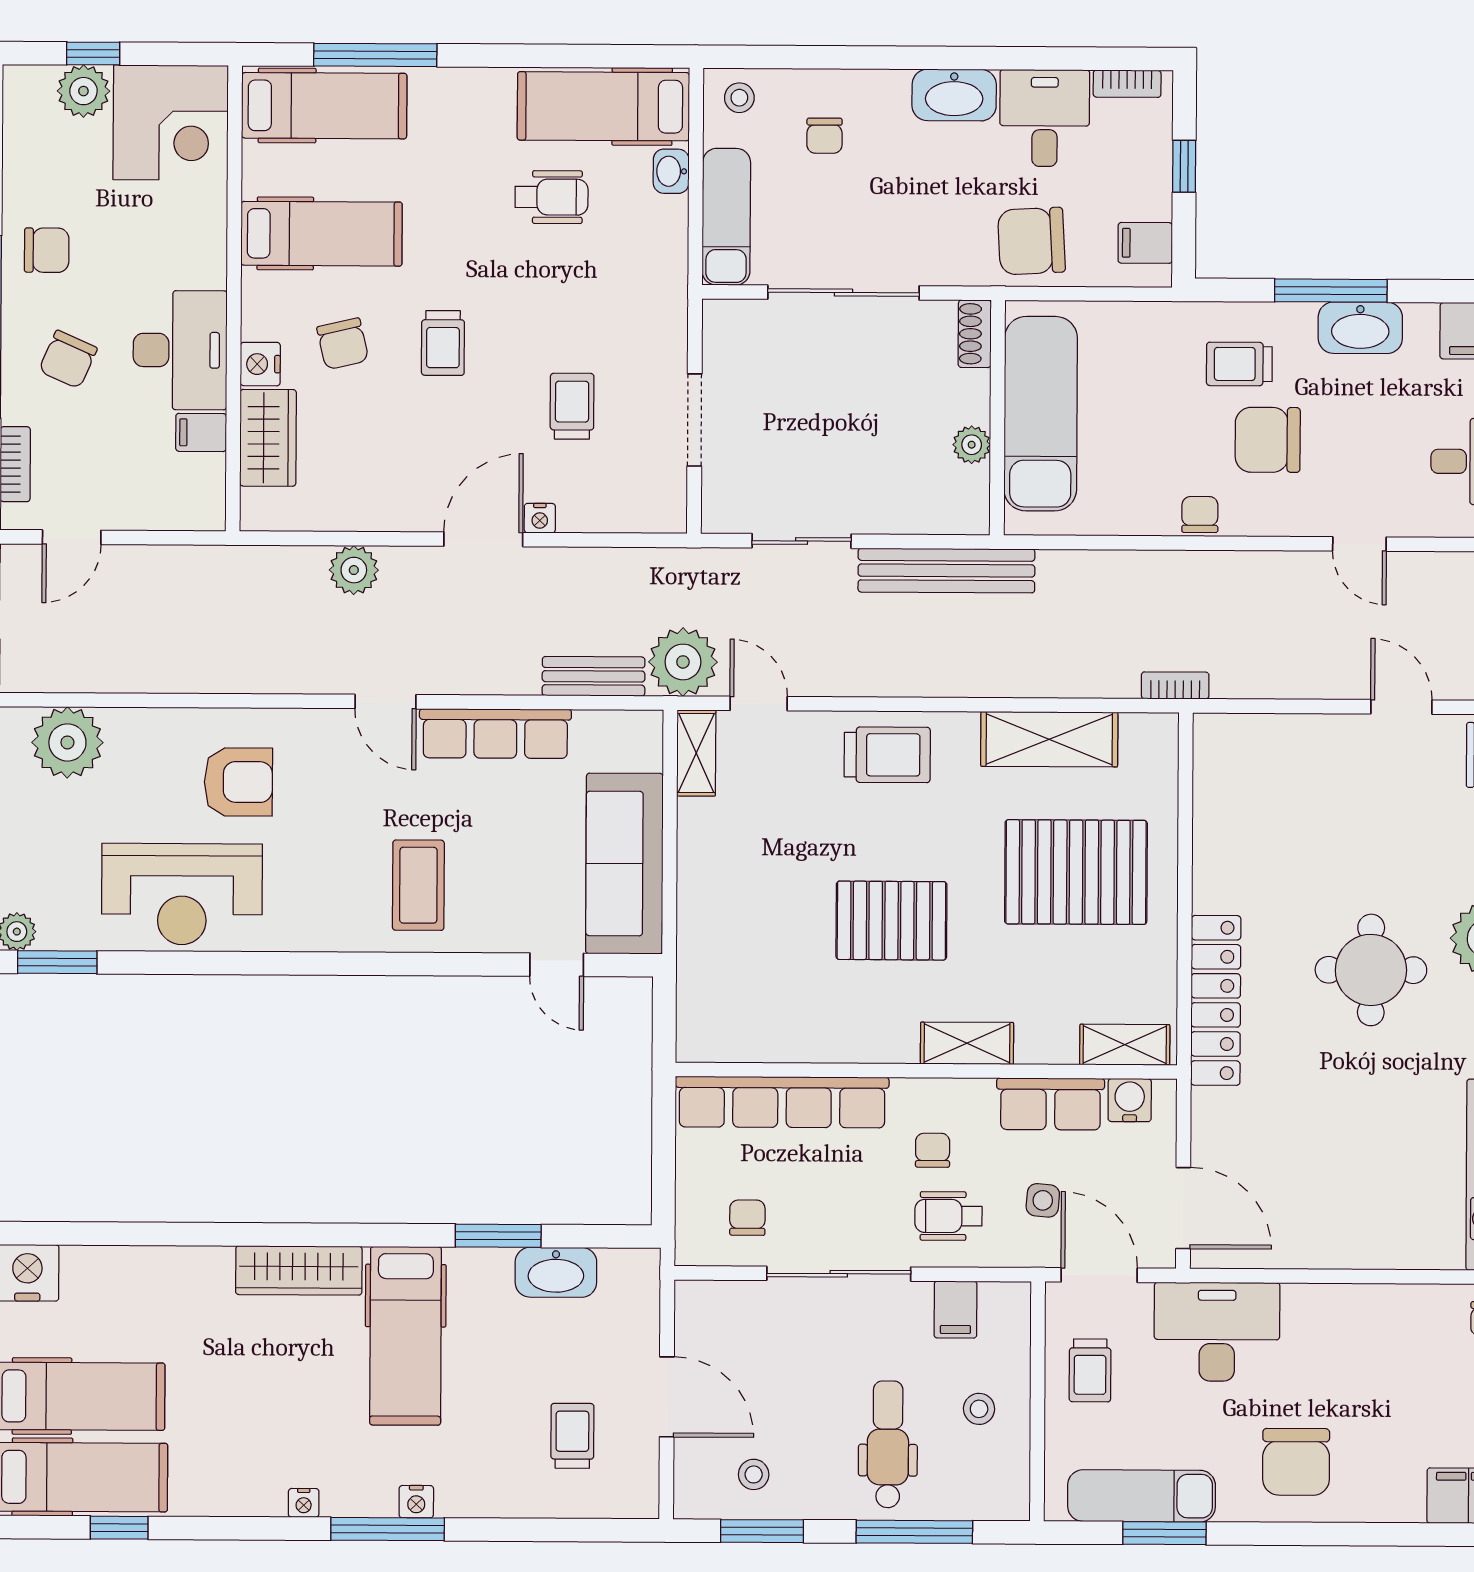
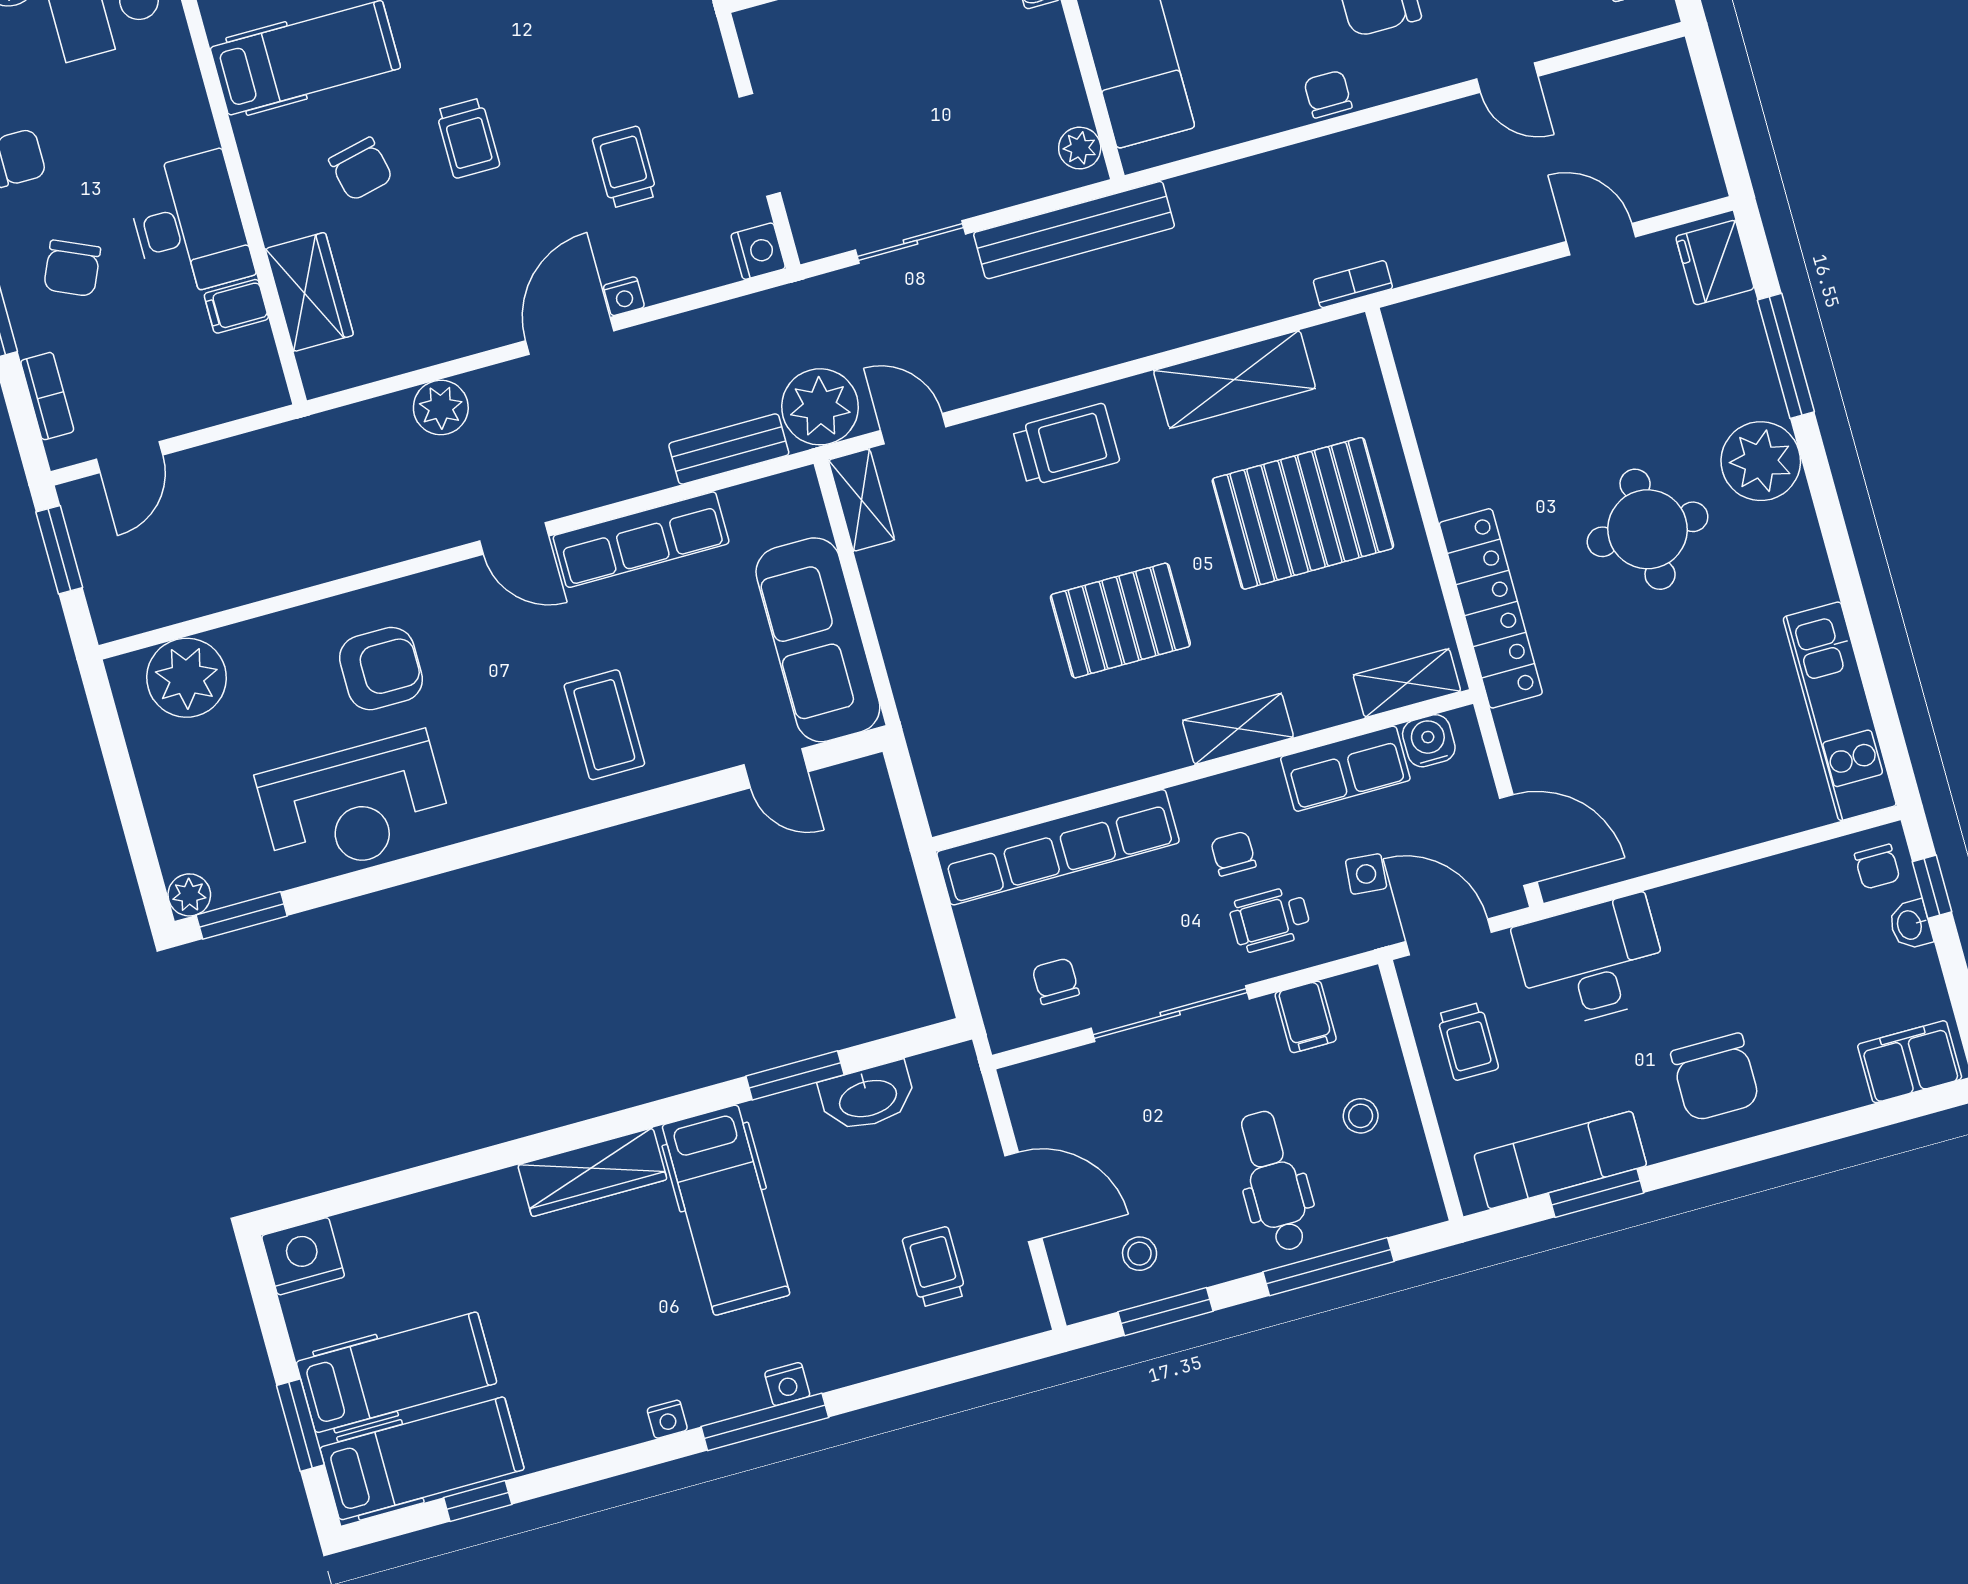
nightstand: (260, 364) -> (758, 251), moved, turned 180
plant: (972, 445) -> (1080, 148), moved

